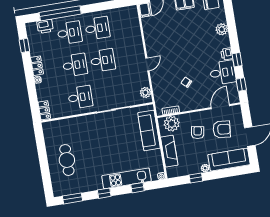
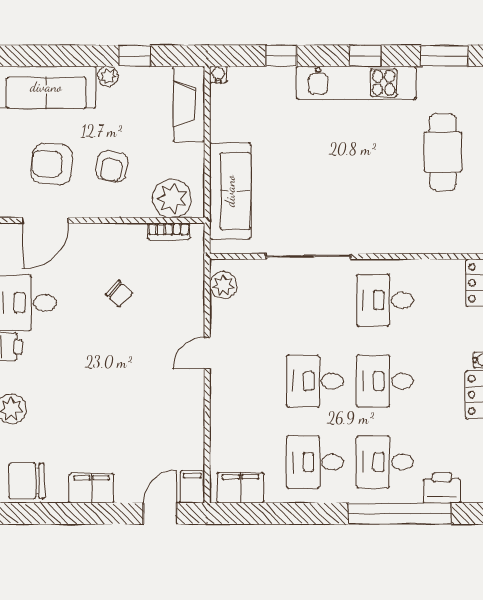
filing cabinet: (125, 13) -> (241, 488), added
fireplace: (169, 151) -> (189, 104), moved
kitchen unit: (126, 178) -> (356, 83), moved

